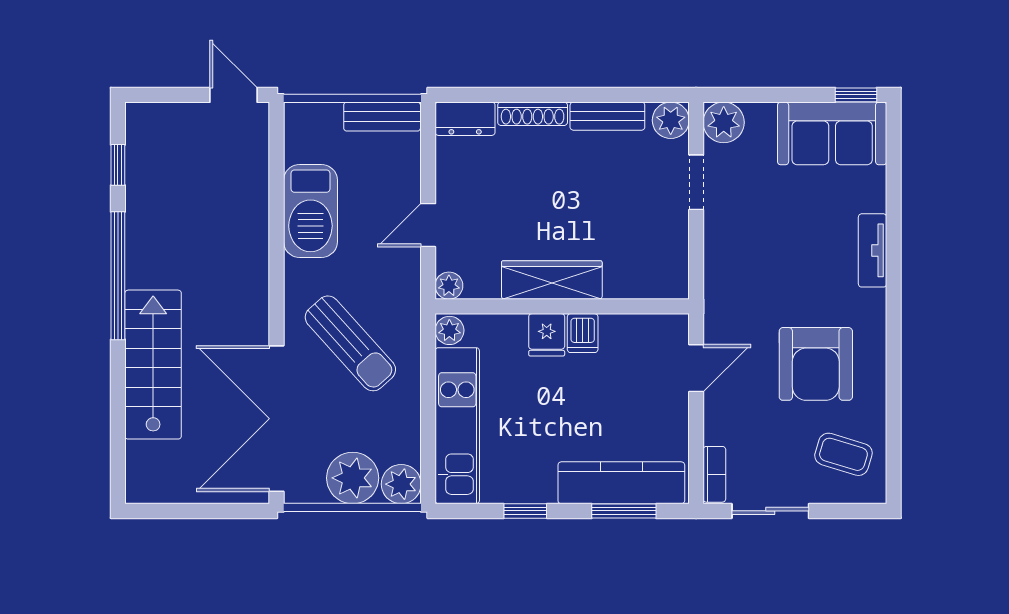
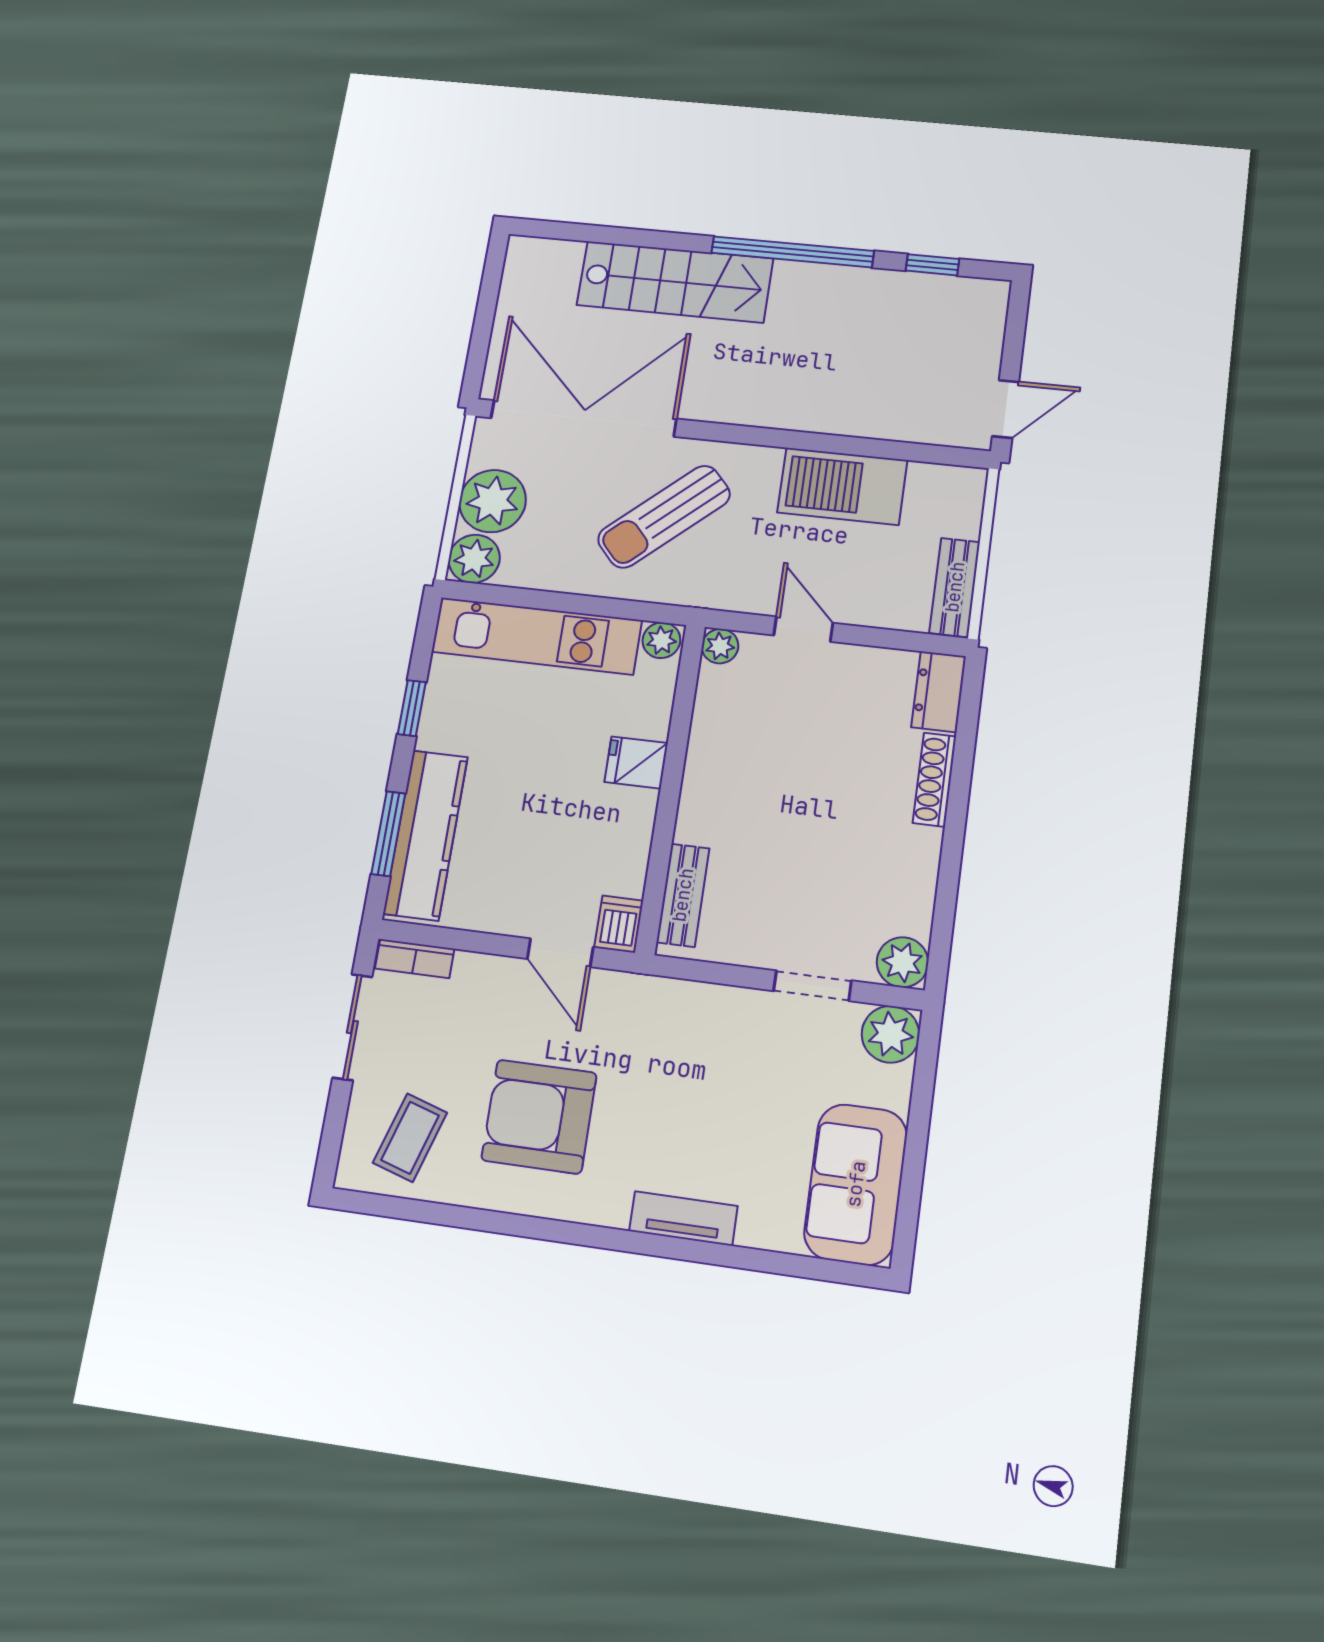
window: (856, 95) -> (906, 1226), removed
bench: (607, 116) -> (683, 895), moved
wardrobe: (552, 280) -> (708, 778), removed
dishwasher: (583, 333) -> (619, 924), moved, turned 90

